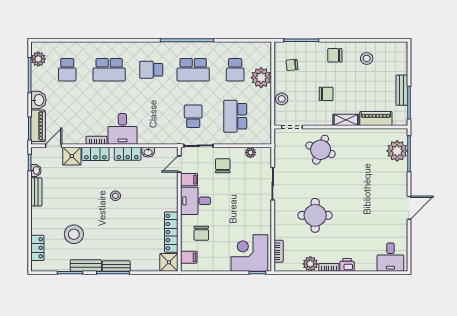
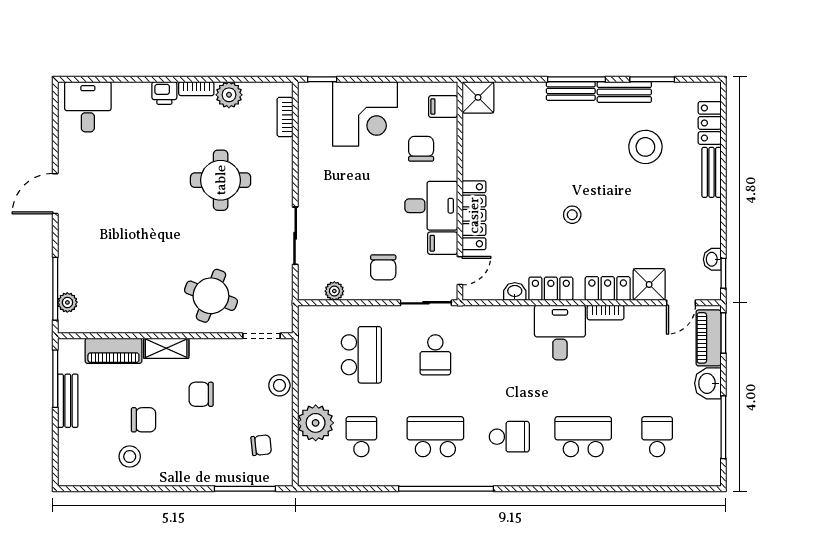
chair: (335, 55) -> (144, 420), moved
plant: (38, 59) -> (708, 456), removed
plant: (397, 151) -> (67, 302), width x0.53, depth x0.53
bench: (36, 192) -> (711, 172), moved
locker: (171, 232) -> (474, 215), moved
corner desk: (249, 253) -> (365, 114), moved

